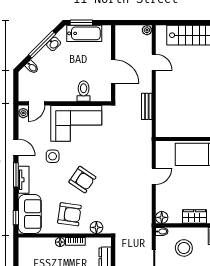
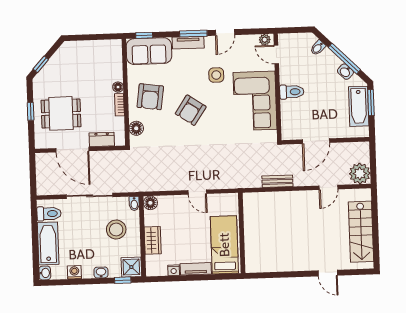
plant: (147, 30) -> (360, 174), width x1.88, depth x1.88
toilet: (84, 91) -> (292, 92), moved

